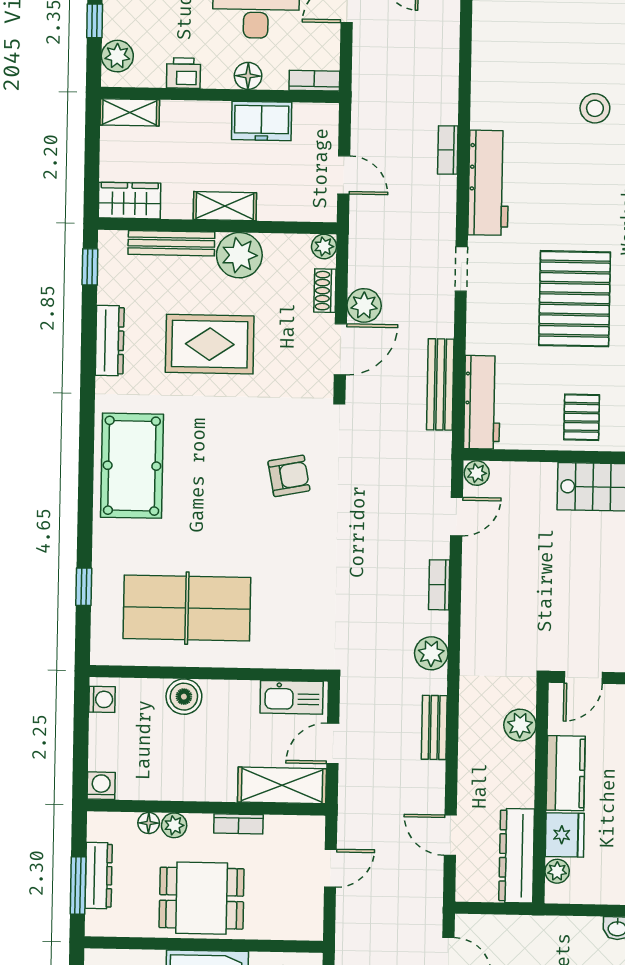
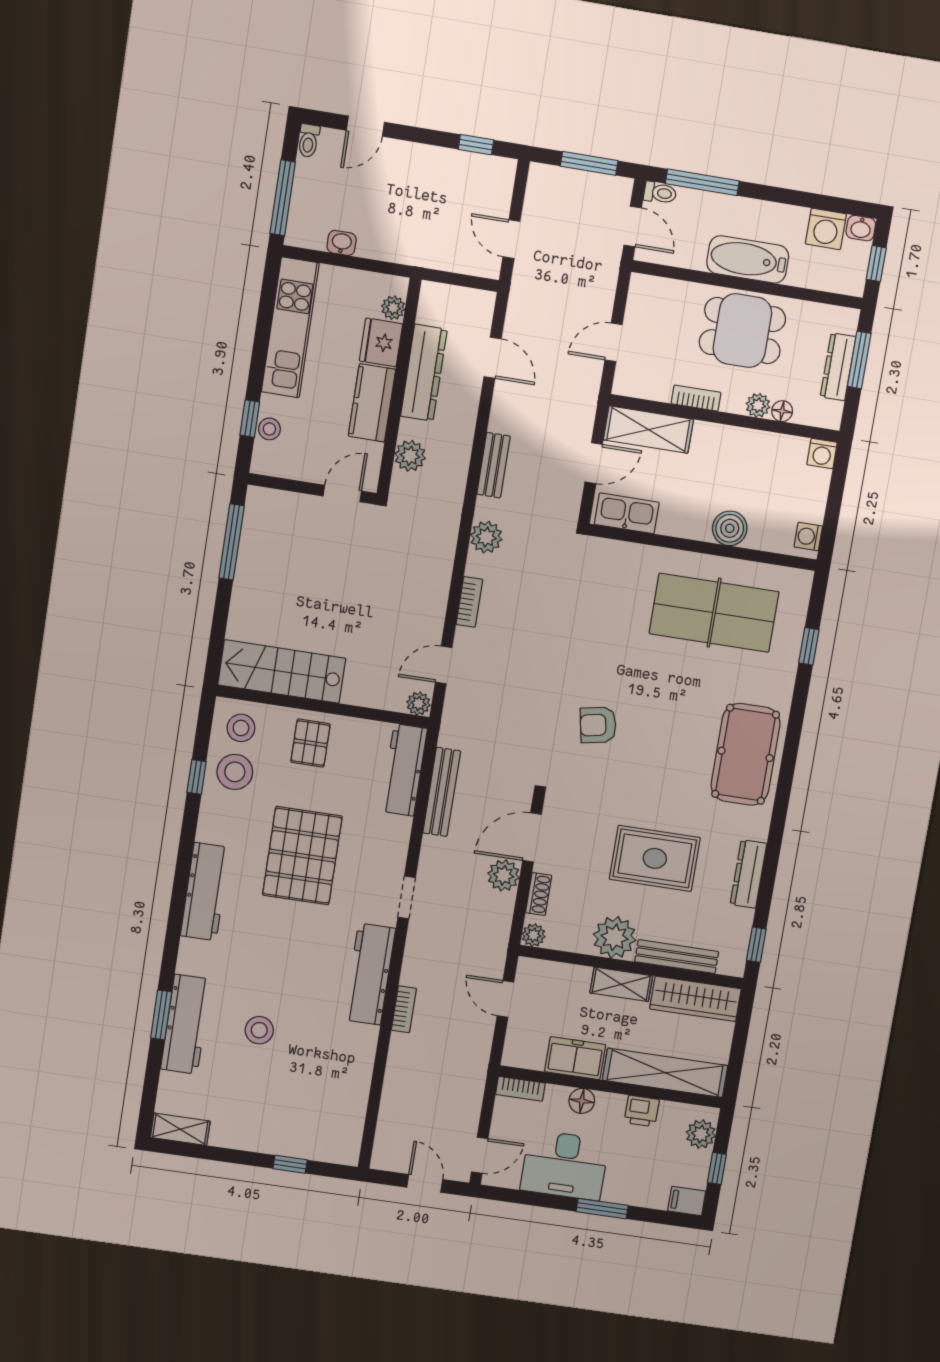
shelving: (130, 112) -> (665, 1073), width x2.20, depth x1.33
wardrobe: (130, 201) -> (695, 999), width x1.50
dresser: (517, 856) -> (424, 373), moved

